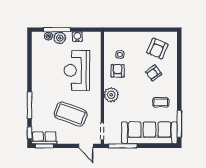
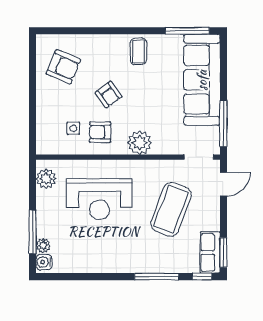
water cooler: (77, 37) -> (44, 262), moved
plant: (60, 38) -> (46, 179), moved
armchair: (154, 73) -> (109, 94), moved
coffee table: (161, 102) -> (138, 51), moved

